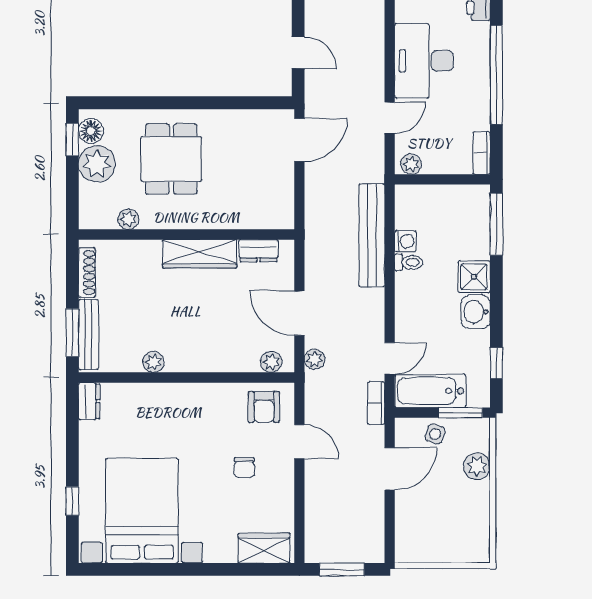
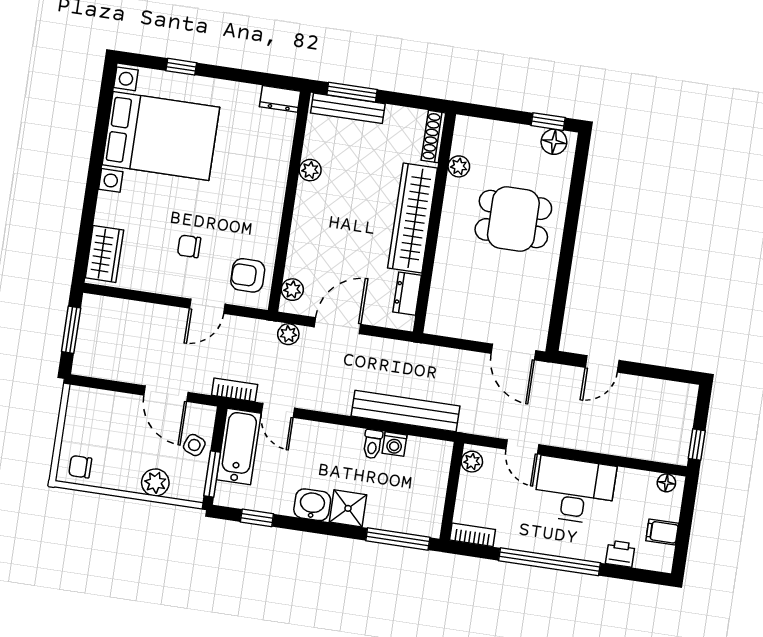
plant: (97, 164) -> (520, 143), removed
wardrobe: (200, 254) -> (413, 218), width x1.40, depth x1.17
shoe rack: (87, 273) -> (433, 137), moved, turned 90
chair: (472, 541) -> (80, 467), added

